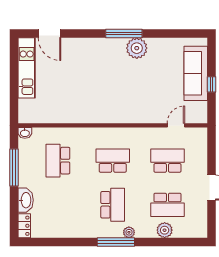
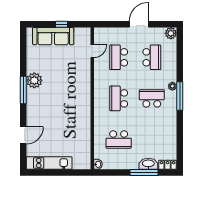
door: (49, 34) -> (23, 135), moved
door: (176, 125) -> (92, 51), swing flipped
window: (14, 167) -> (144, 172), moved
plant: (165, 230) -> (171, 33), moved

